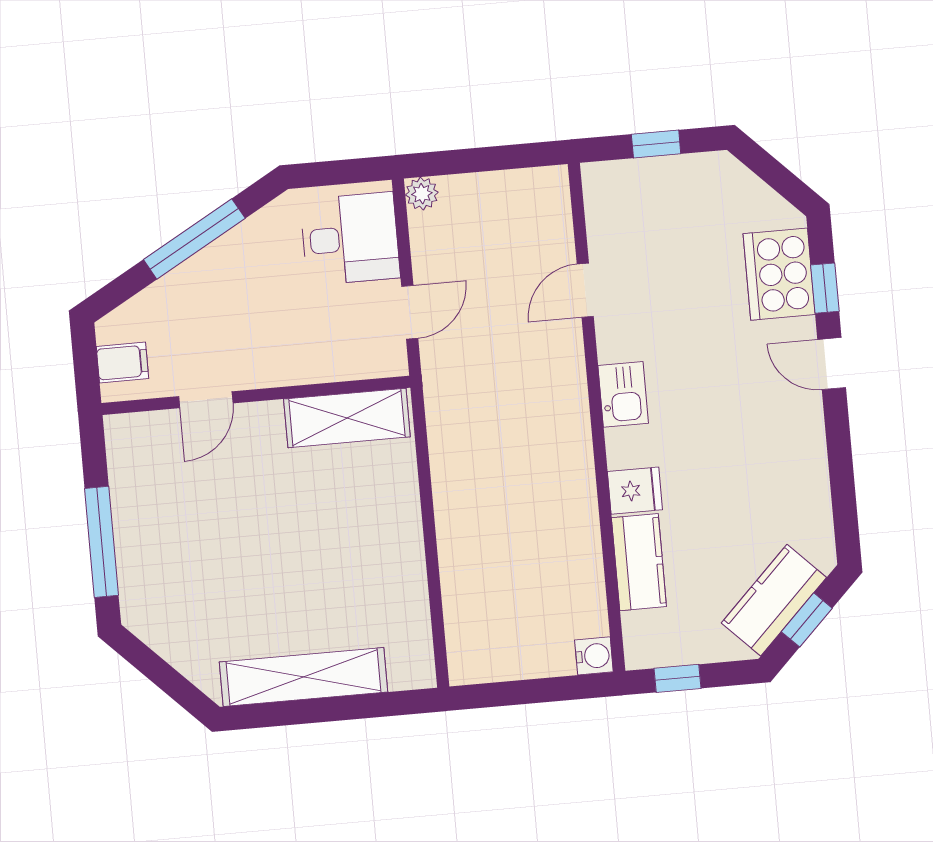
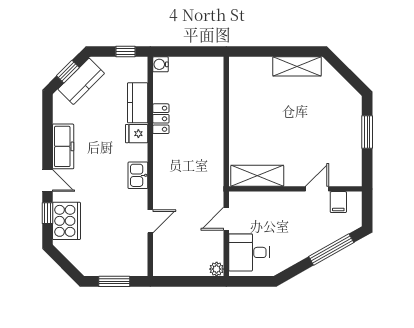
window: (656, 144) -> (114, 281), width x1.50
window: (194, 239) -> (331, 250), moved
filing cabinet: (122, 363) -> (338, 202), moved, turned -90
freezer: (802, 446) -> (63, 146), added
locker: (582, 530) -> (161, 119), added
window: (102, 542) -> (367, 132), width x0.69
shelving: (303, 677) -> (297, 66), width x0.68

